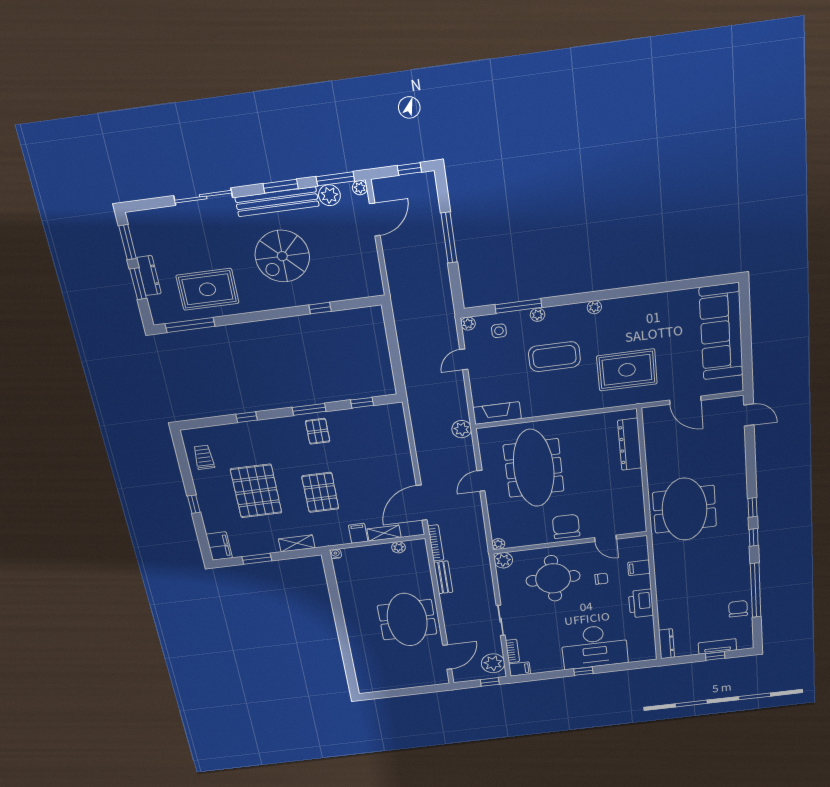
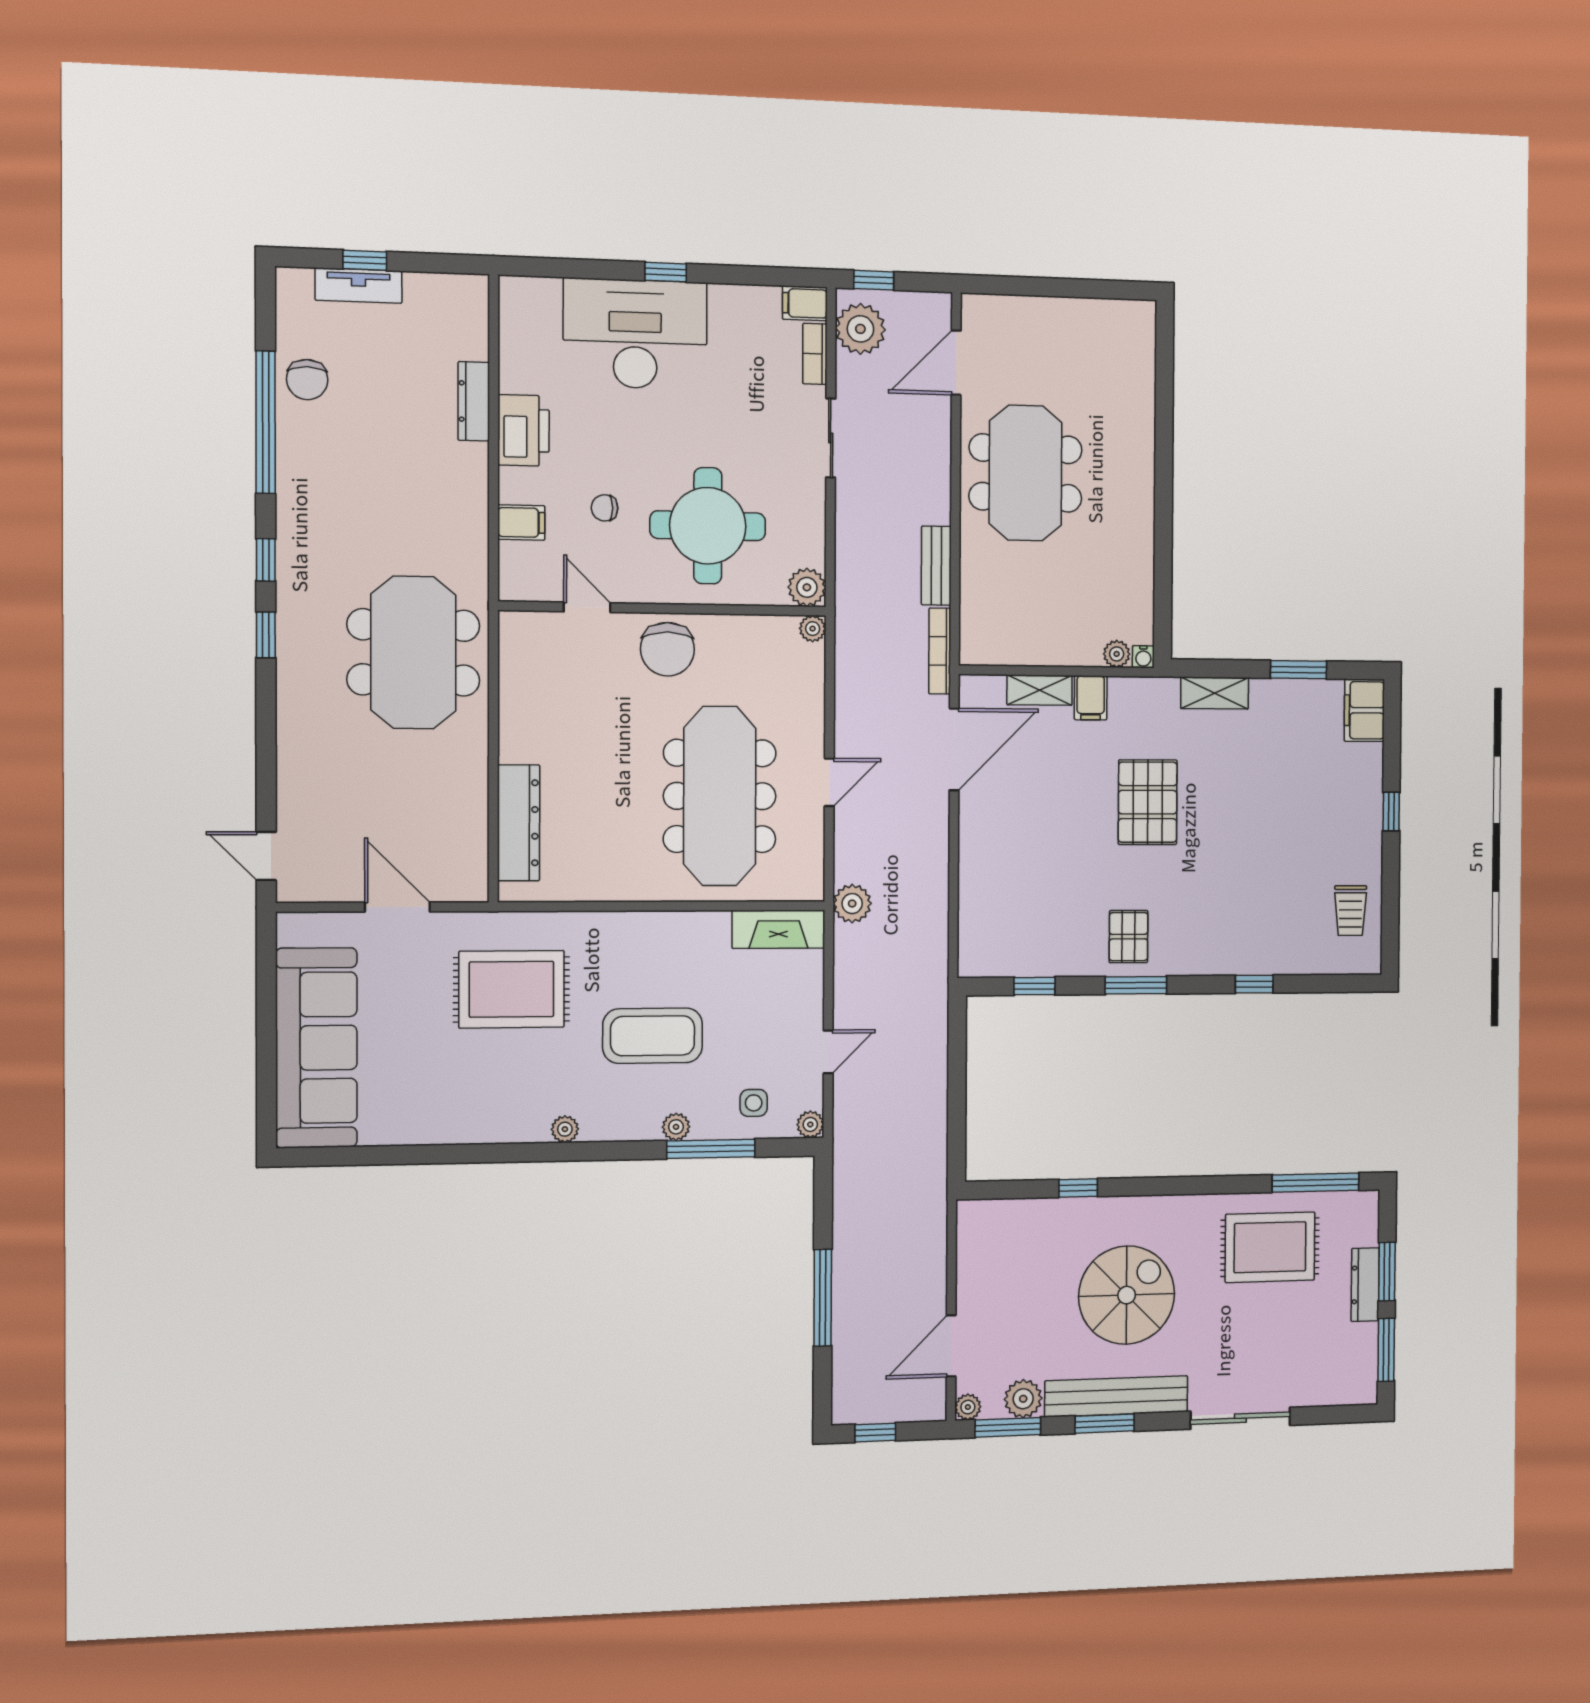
pallet: (256, 491) -> (1269, 823), removed
plant: (398, 547) -> (1117, 654), moved
dresser: (667, 644) -> (474, 401), moved

